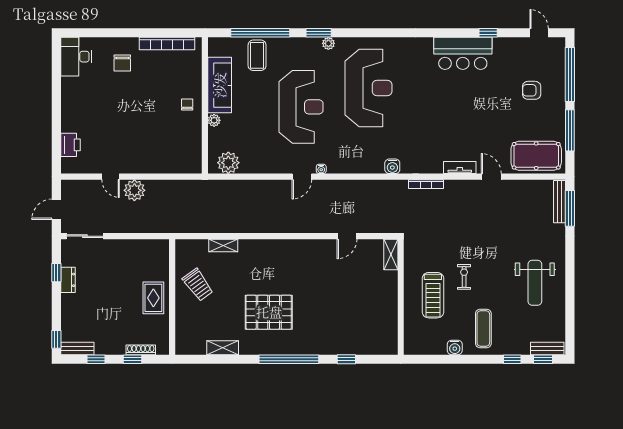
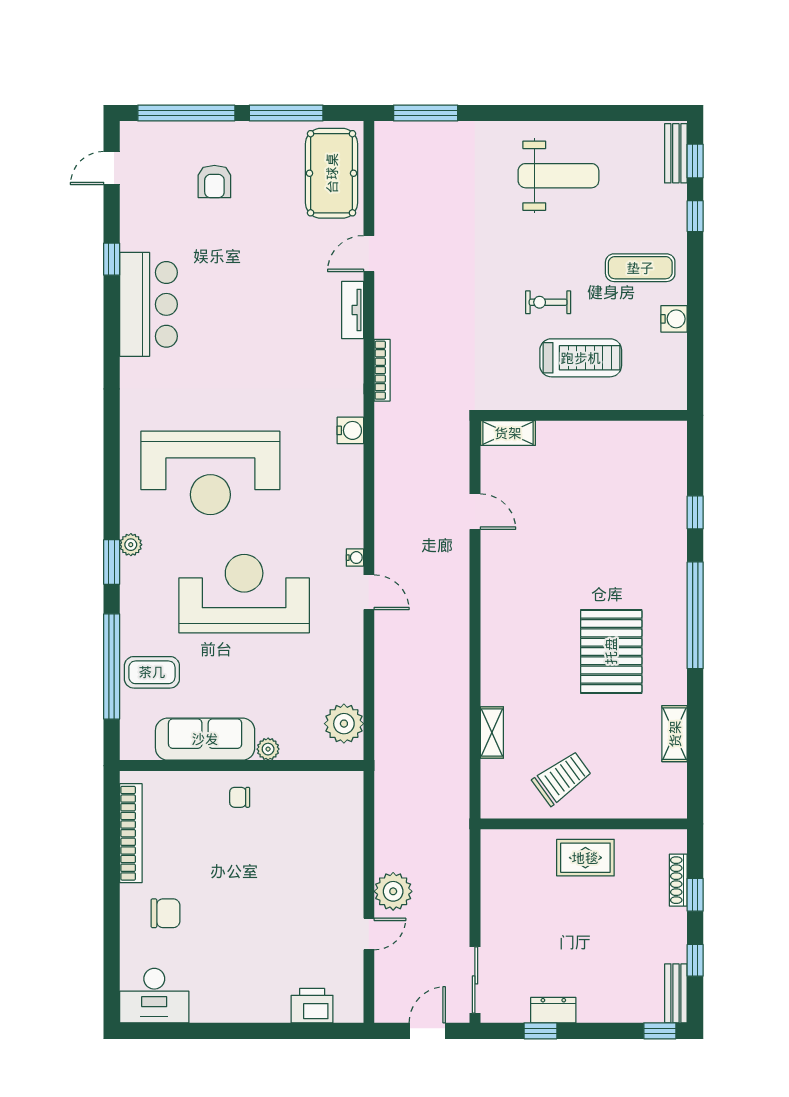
reception desk: (369, 88) -> (210, 473), turned 180
bench: (559, 202) -> (413, 132), removed
door: (56, 209) -> (427, 1031), swing flipped

